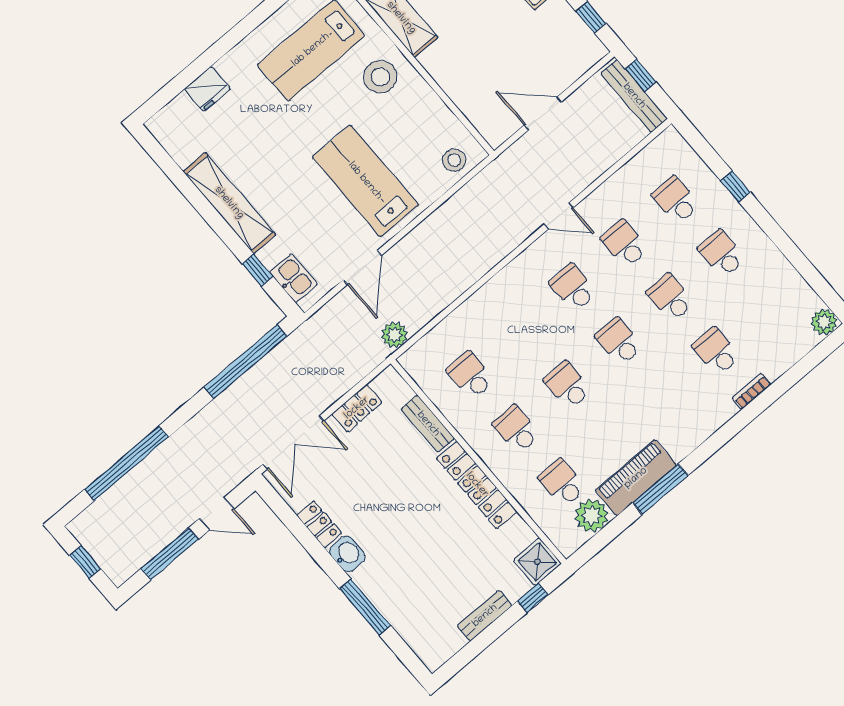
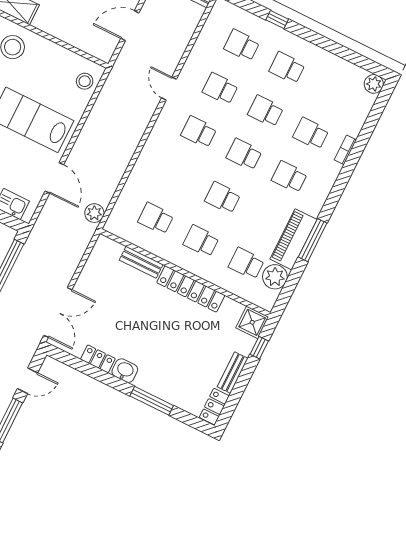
door: (559, 216) -> (169, 89), swing flipped
school desk: (665, 395) -> (289, 177), added
locker: (357, 408) -> (214, 407), moved, turned 180

